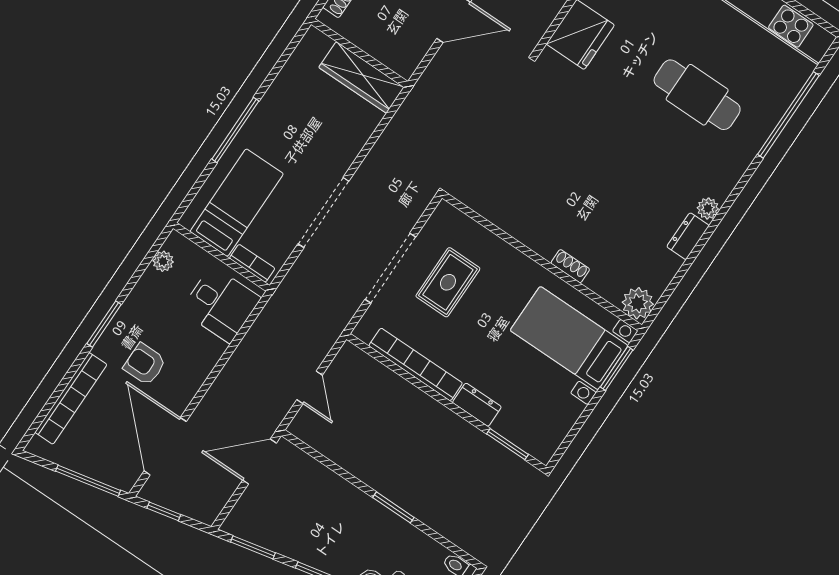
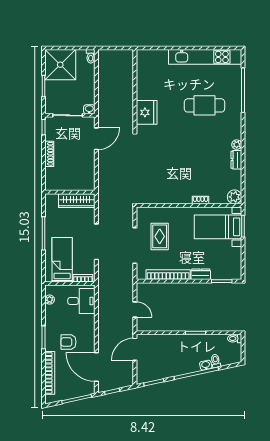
wall: (359, 53) -> (70, 192), moved
wardrobe: (361, 77) -> (77, 201), moved

